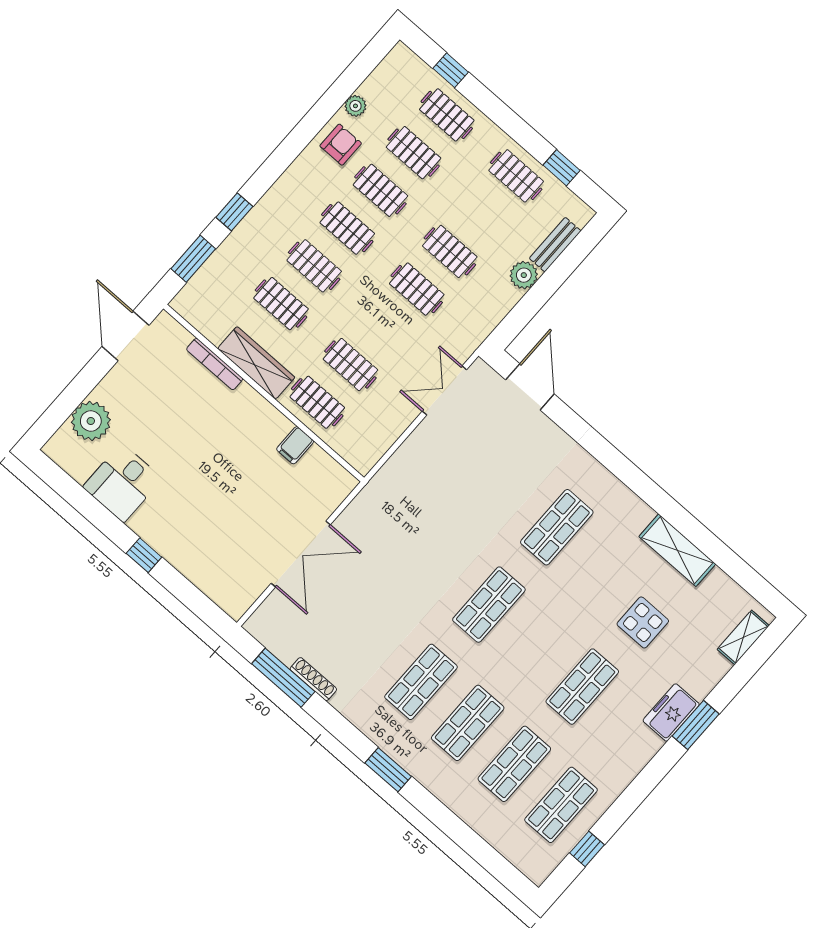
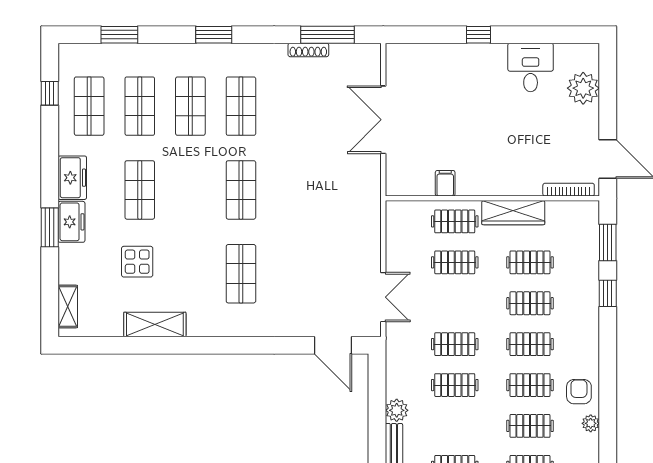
armchair: (341, 145) -> (579, 392), turned 180
bookcase: (215, 364) -> (569, 190), moved
freezer: (635, 753) -> (72, 178), added
window: (475, 846) -> (119, 35), added

